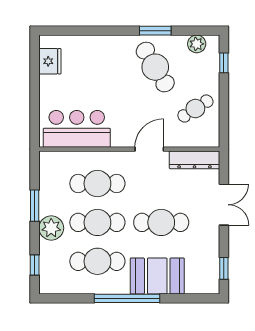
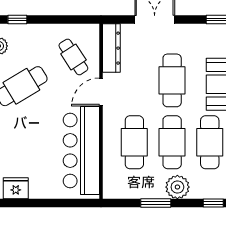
cafe table: (195, 109) -> (73, 57), moved
bar counter: (77, 129) -> (81, 150), width x1.36
door: (149, 149) -> (101, 92), hinge flipped

